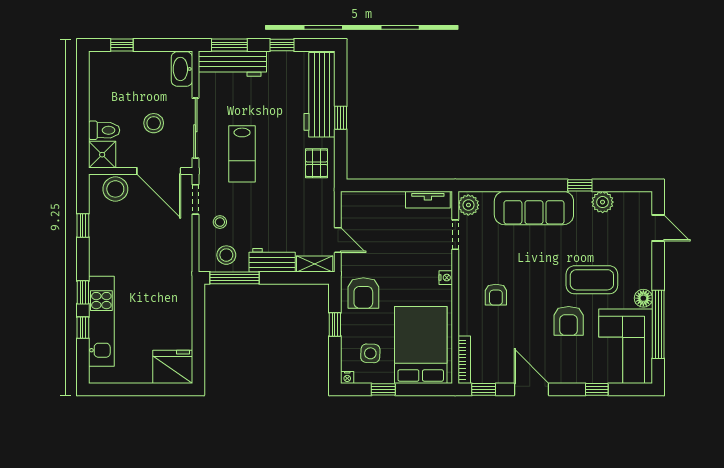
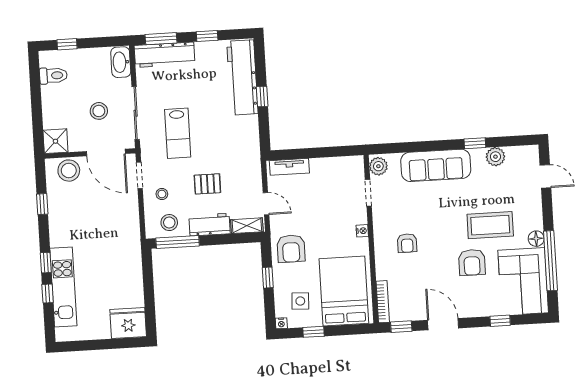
toilet: (104, 130) -> (53, 76), moved
pallet: (317, 163) -> (207, 184), moved, turned 90
tv unit: (428, 200) -> (289, 167), moved

